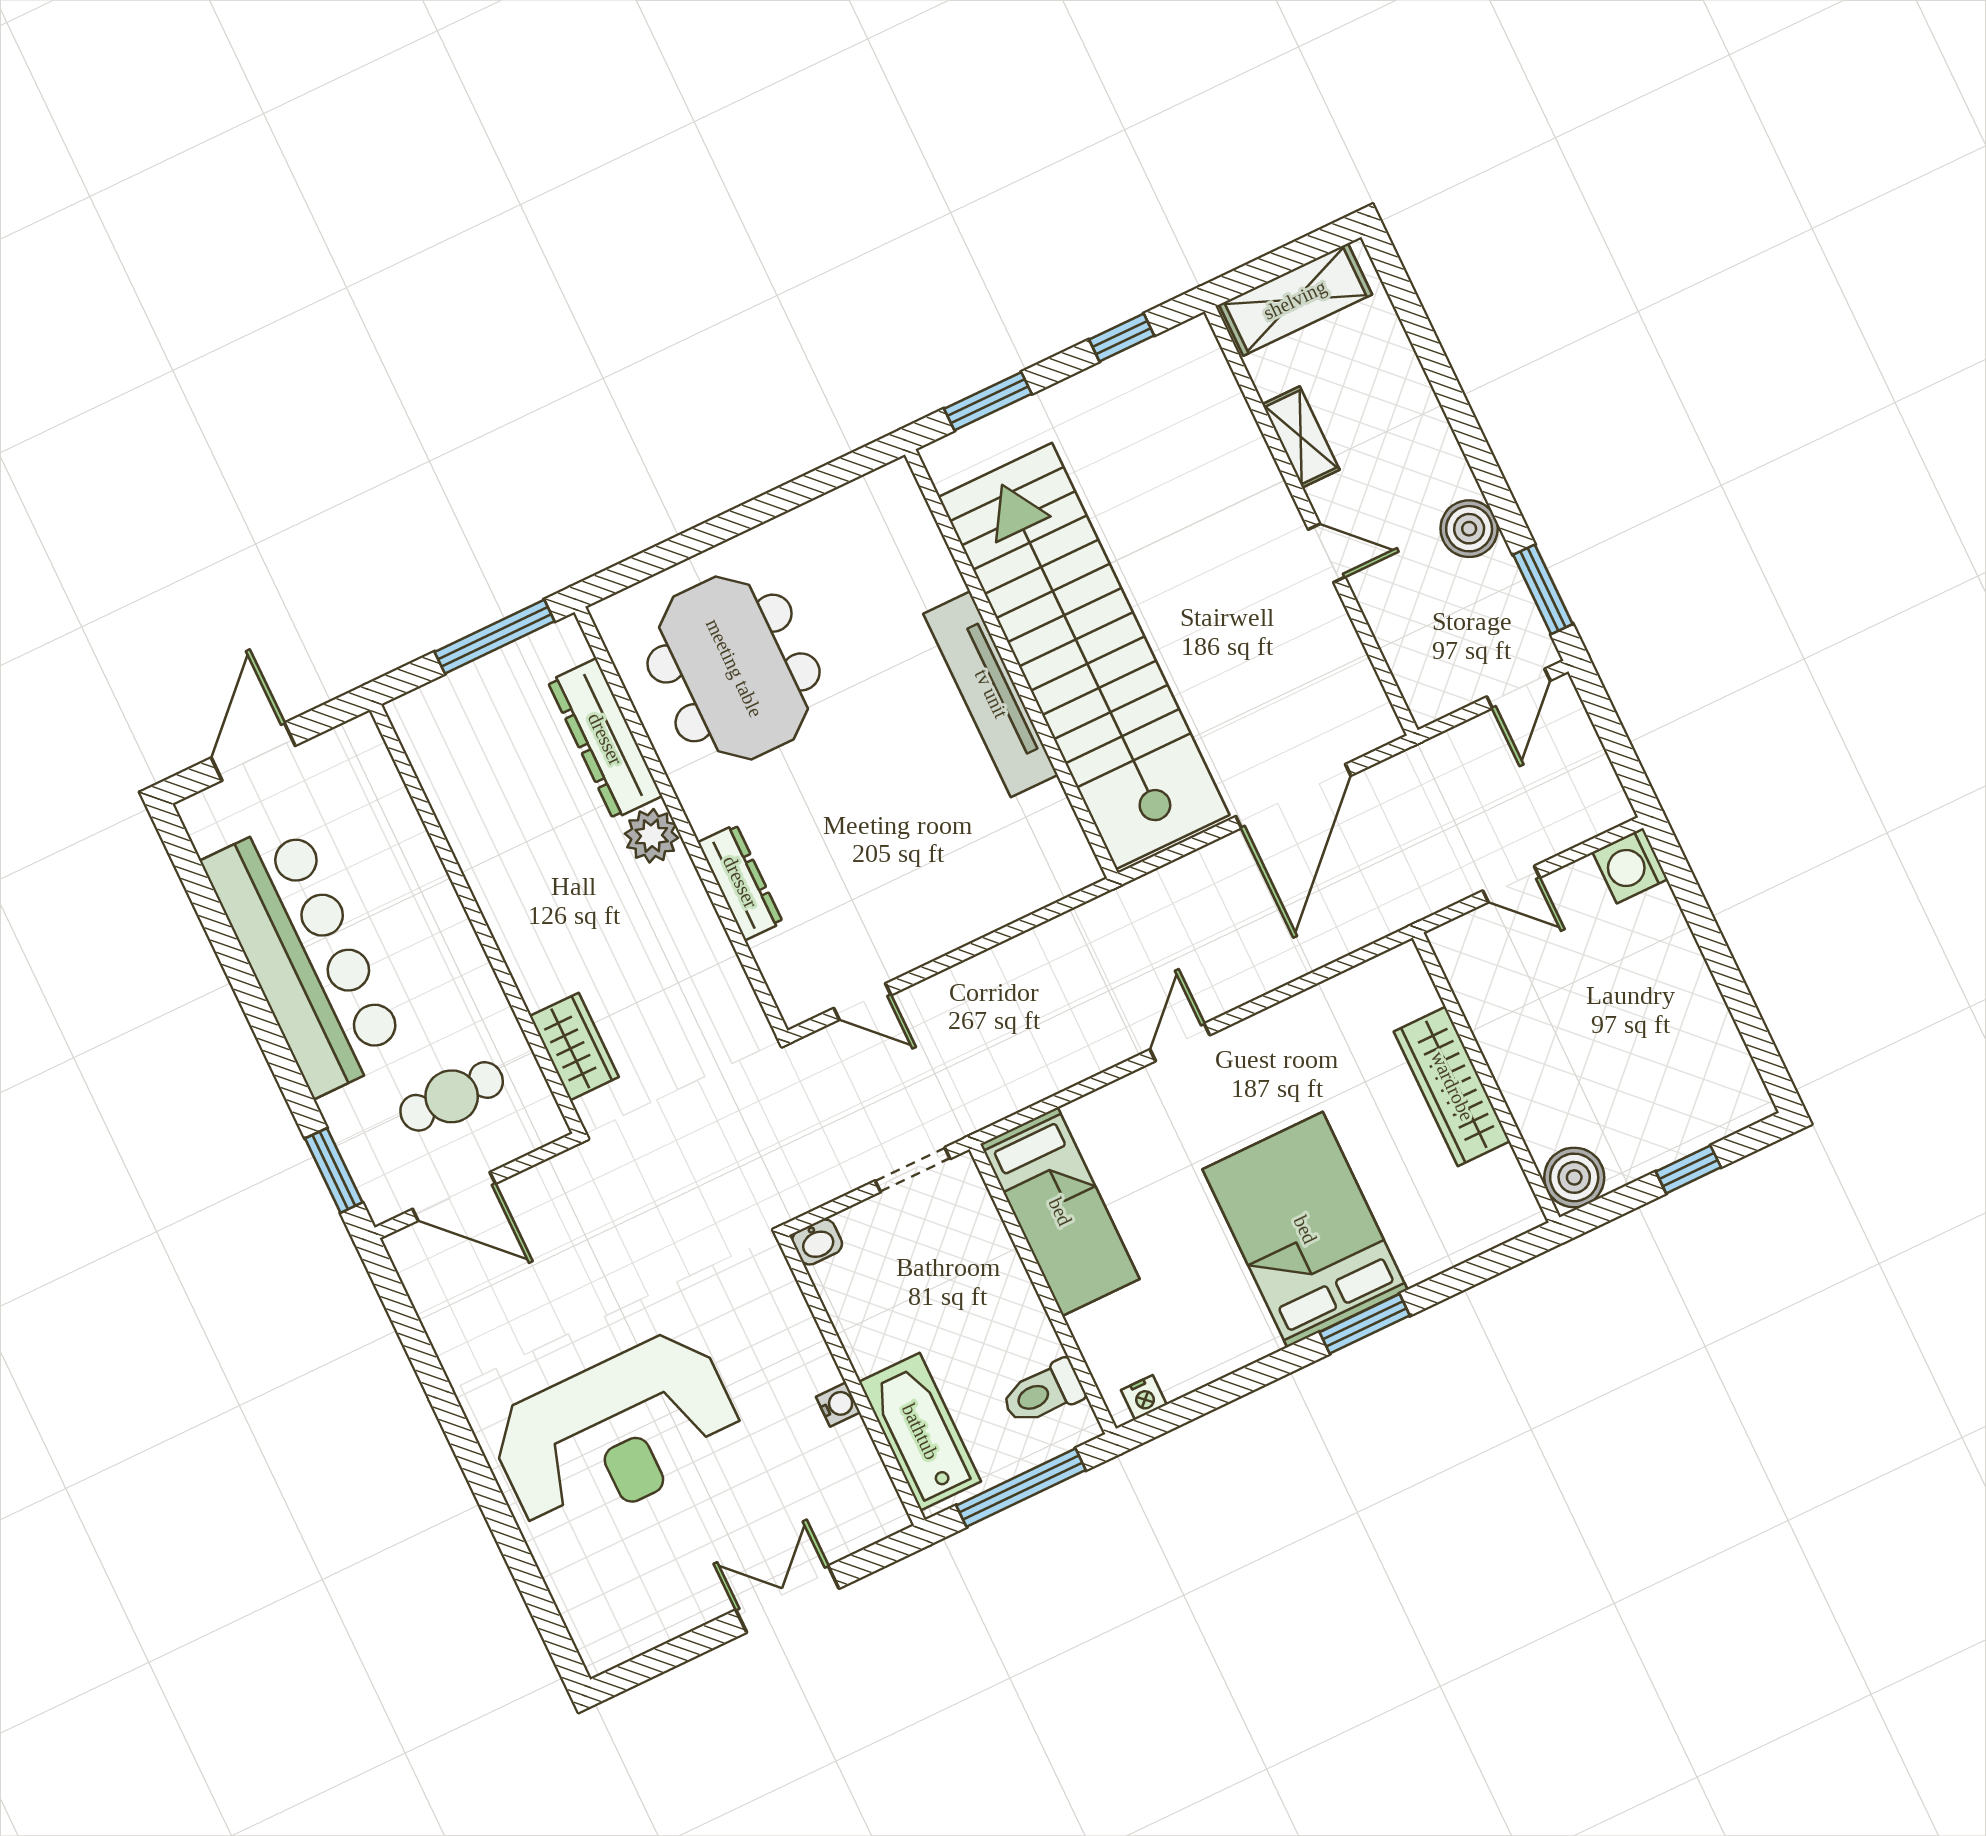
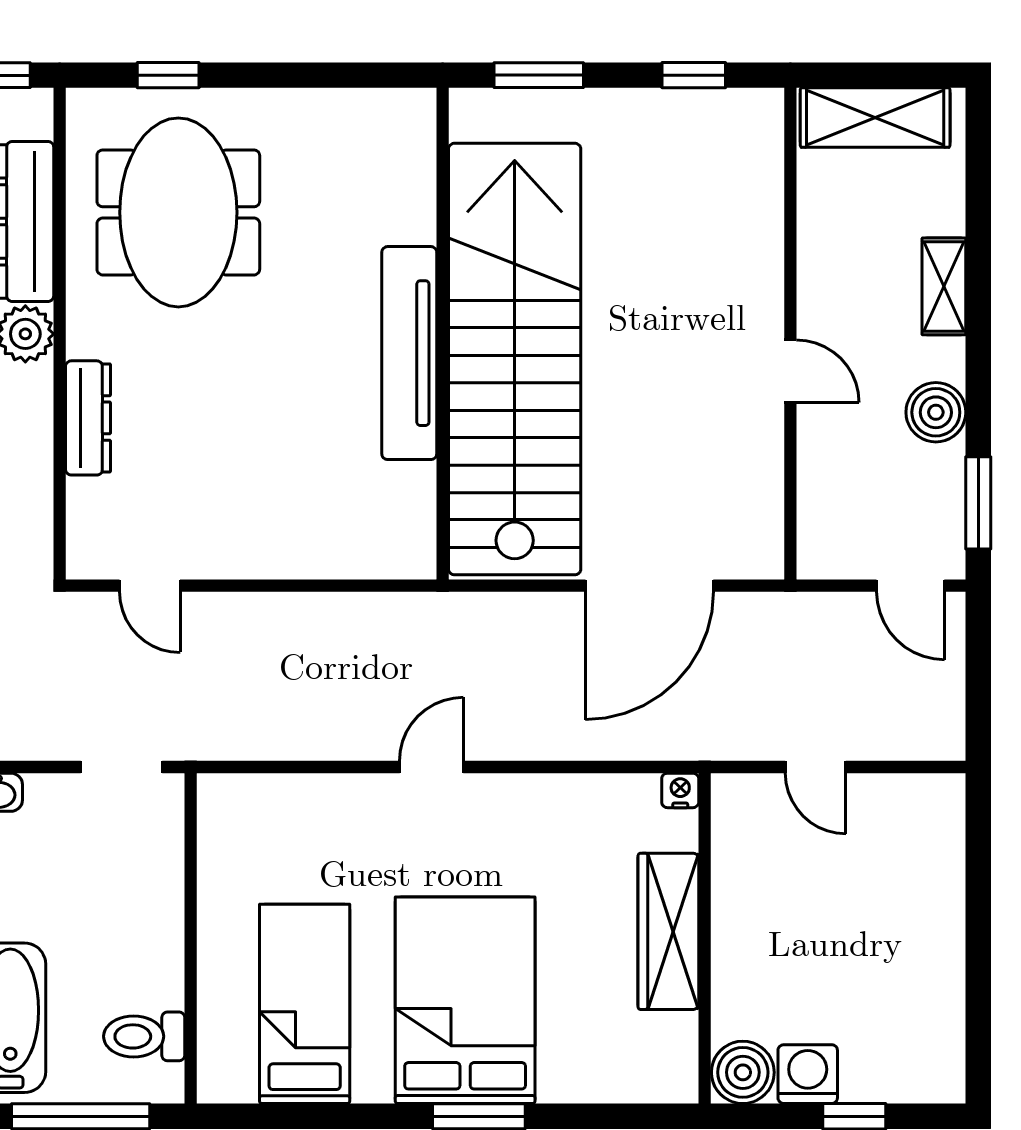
shelving: (1301, 437) -> (944, 286), moved
window: (668, 554) -> (168, 75), added
door: (1518, 689) -> (910, 586), hinge flipped
washing machine: (1630, 866) -> (808, 1074), moved, turned 90
bed: (1060, 1212) -> (305, 1004), moved, turned 180
nightstand: (1144, 1397) -> (680, 790), moved, turned 180

